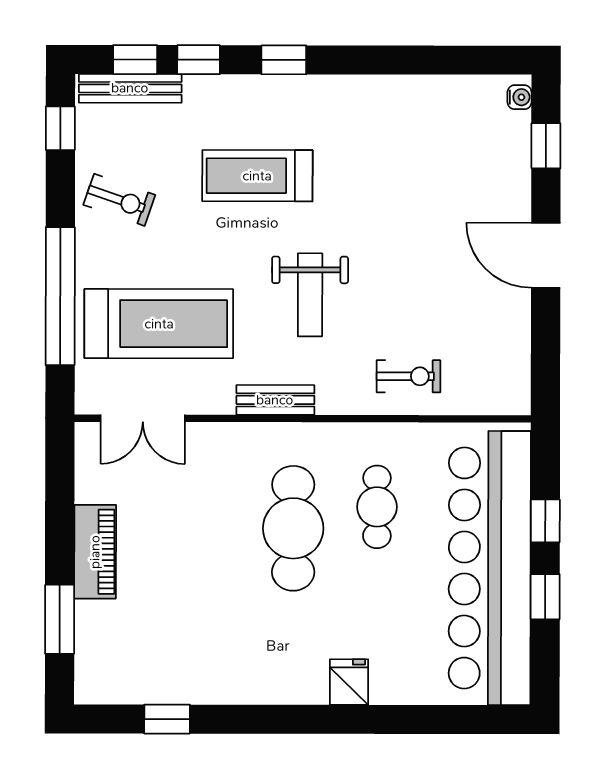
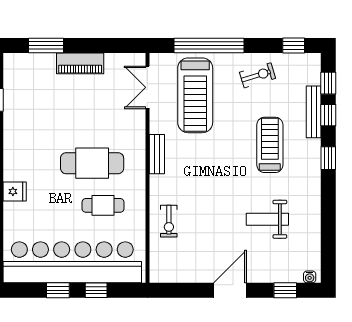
bench: (130, 88) -> (314, 112), moved
exercise bike: (119, 200) -> (258, 75), turned -126
weight bench: (310, 295) -> (267, 219), moved

